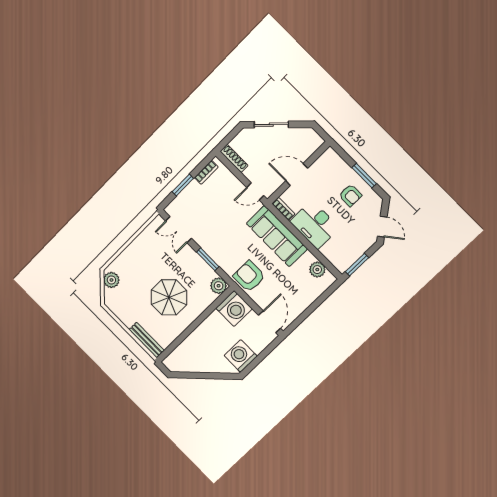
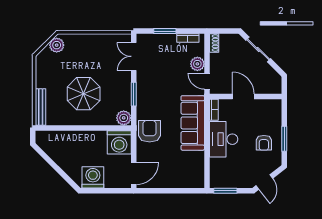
shoe rack: (234, 158) -> (214, 43), width x0.70
plant: (317, 270) -> (197, 64), moved

